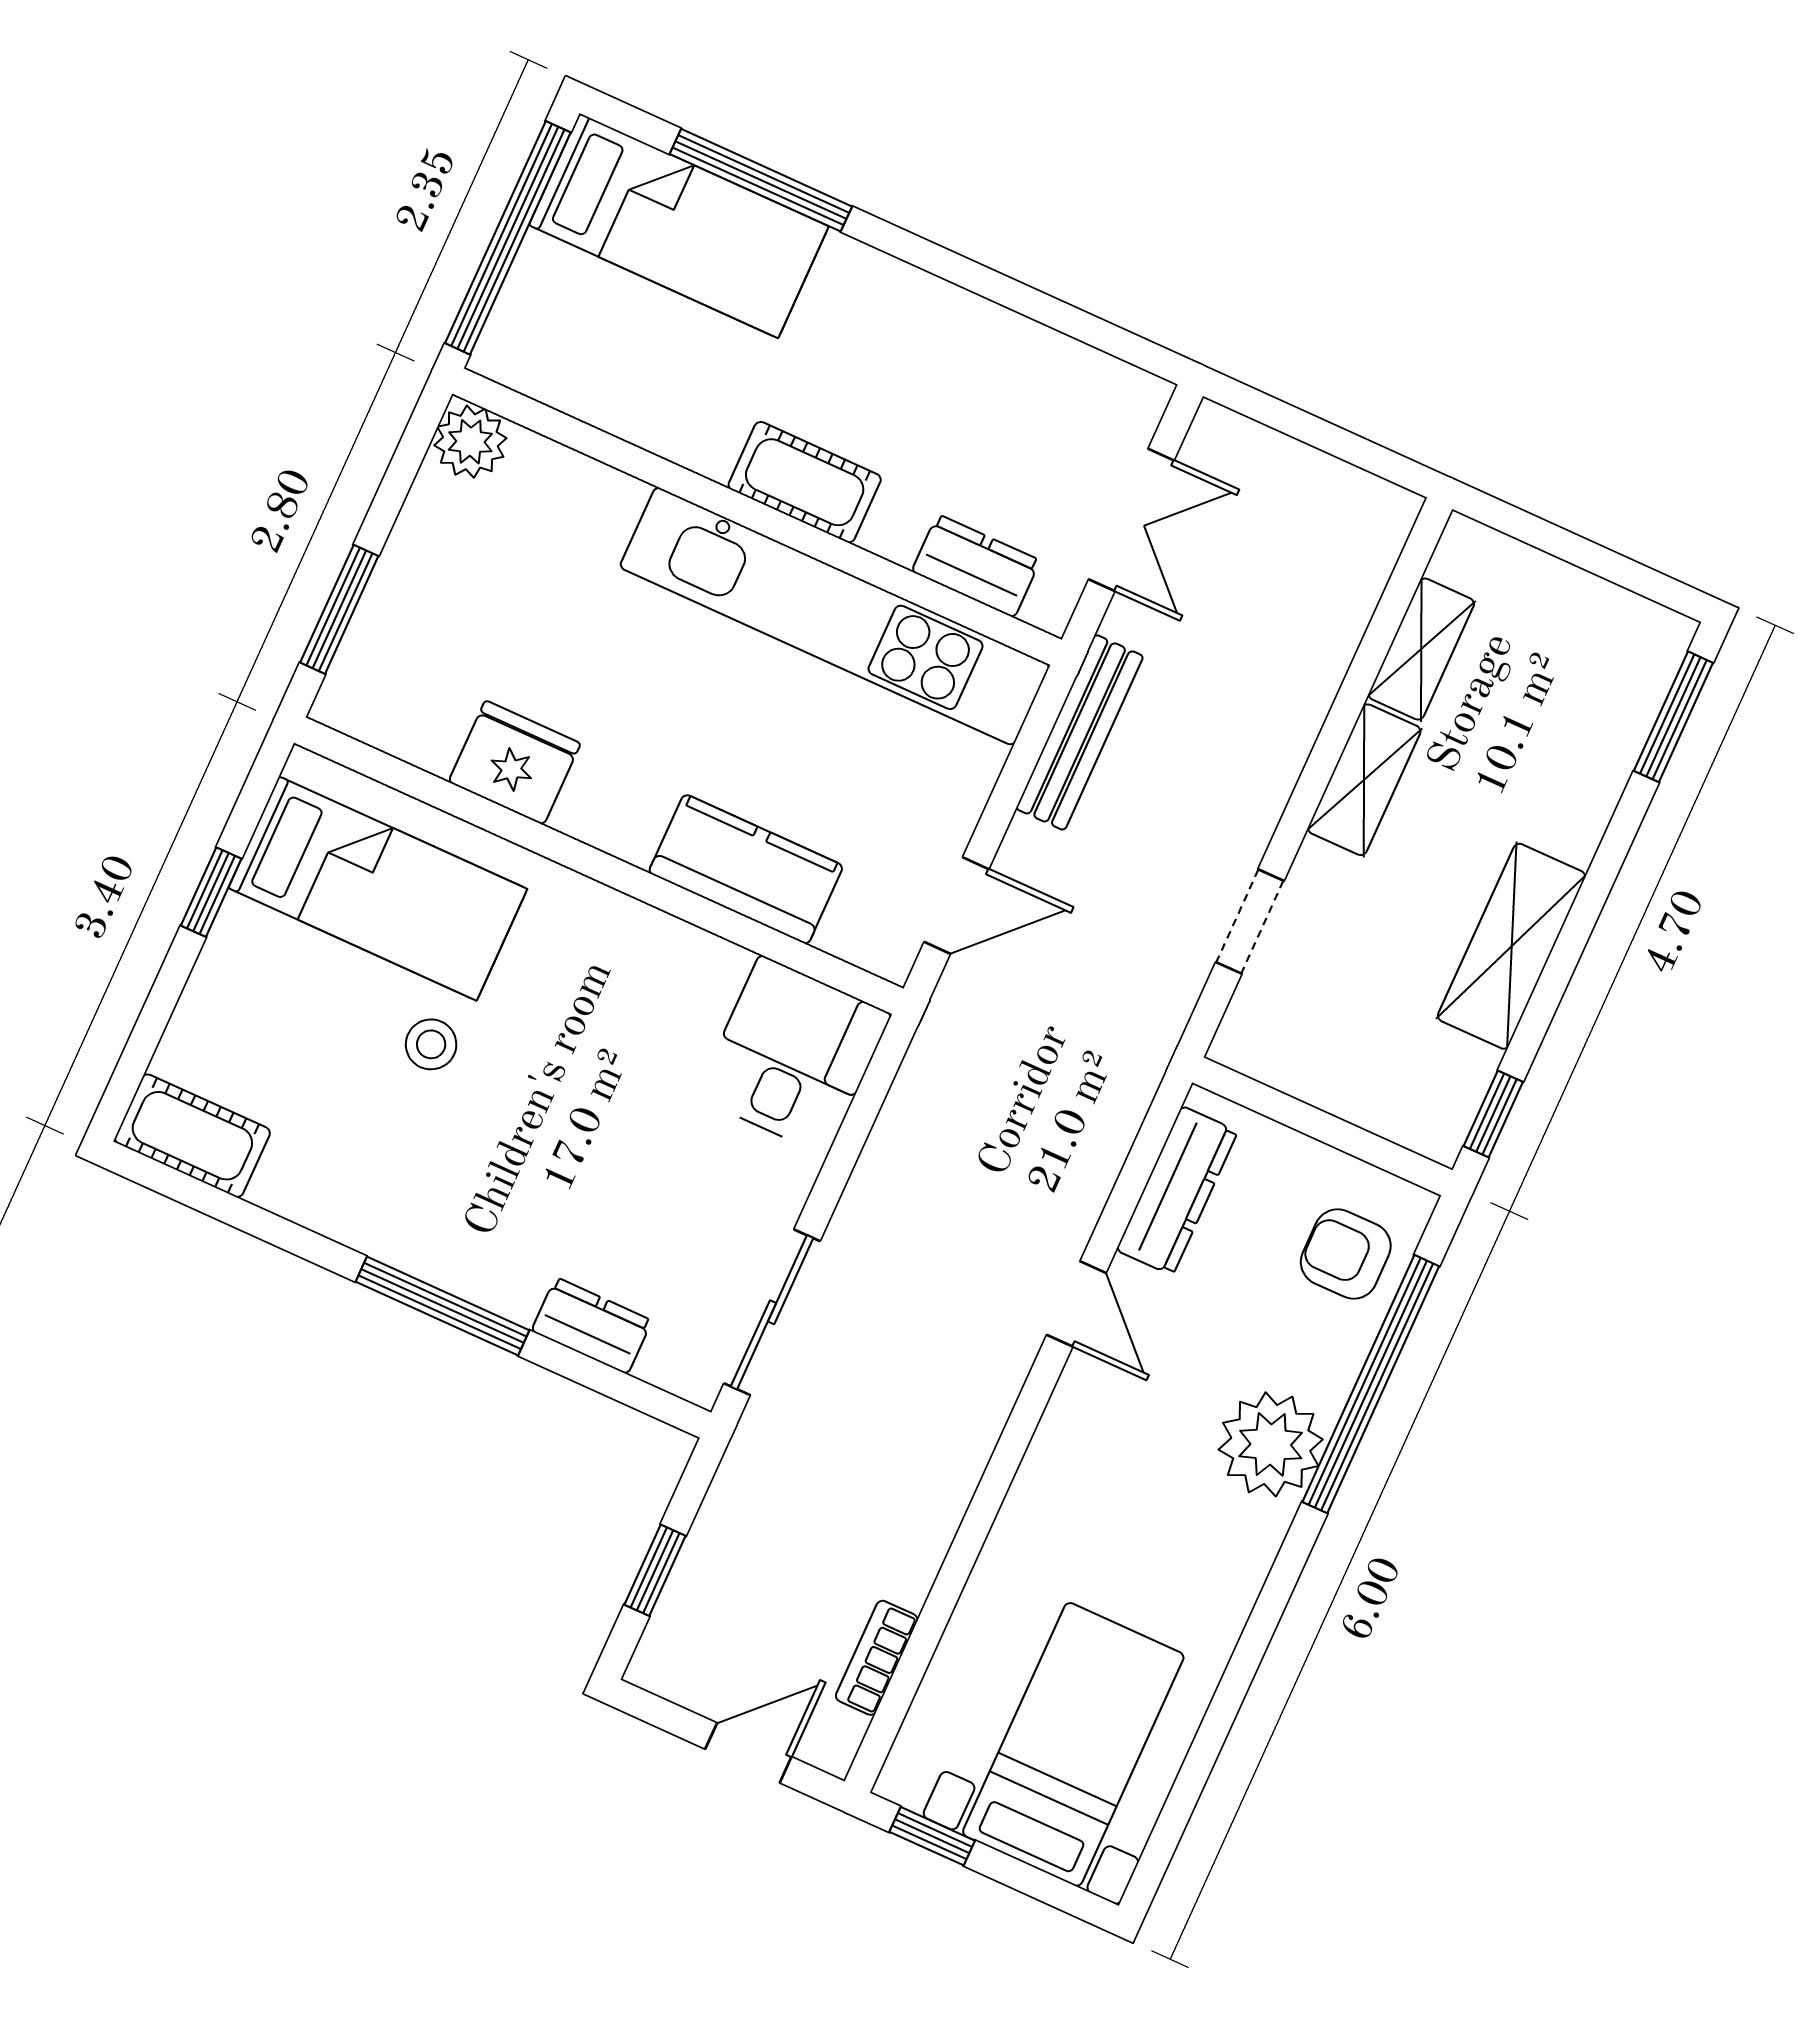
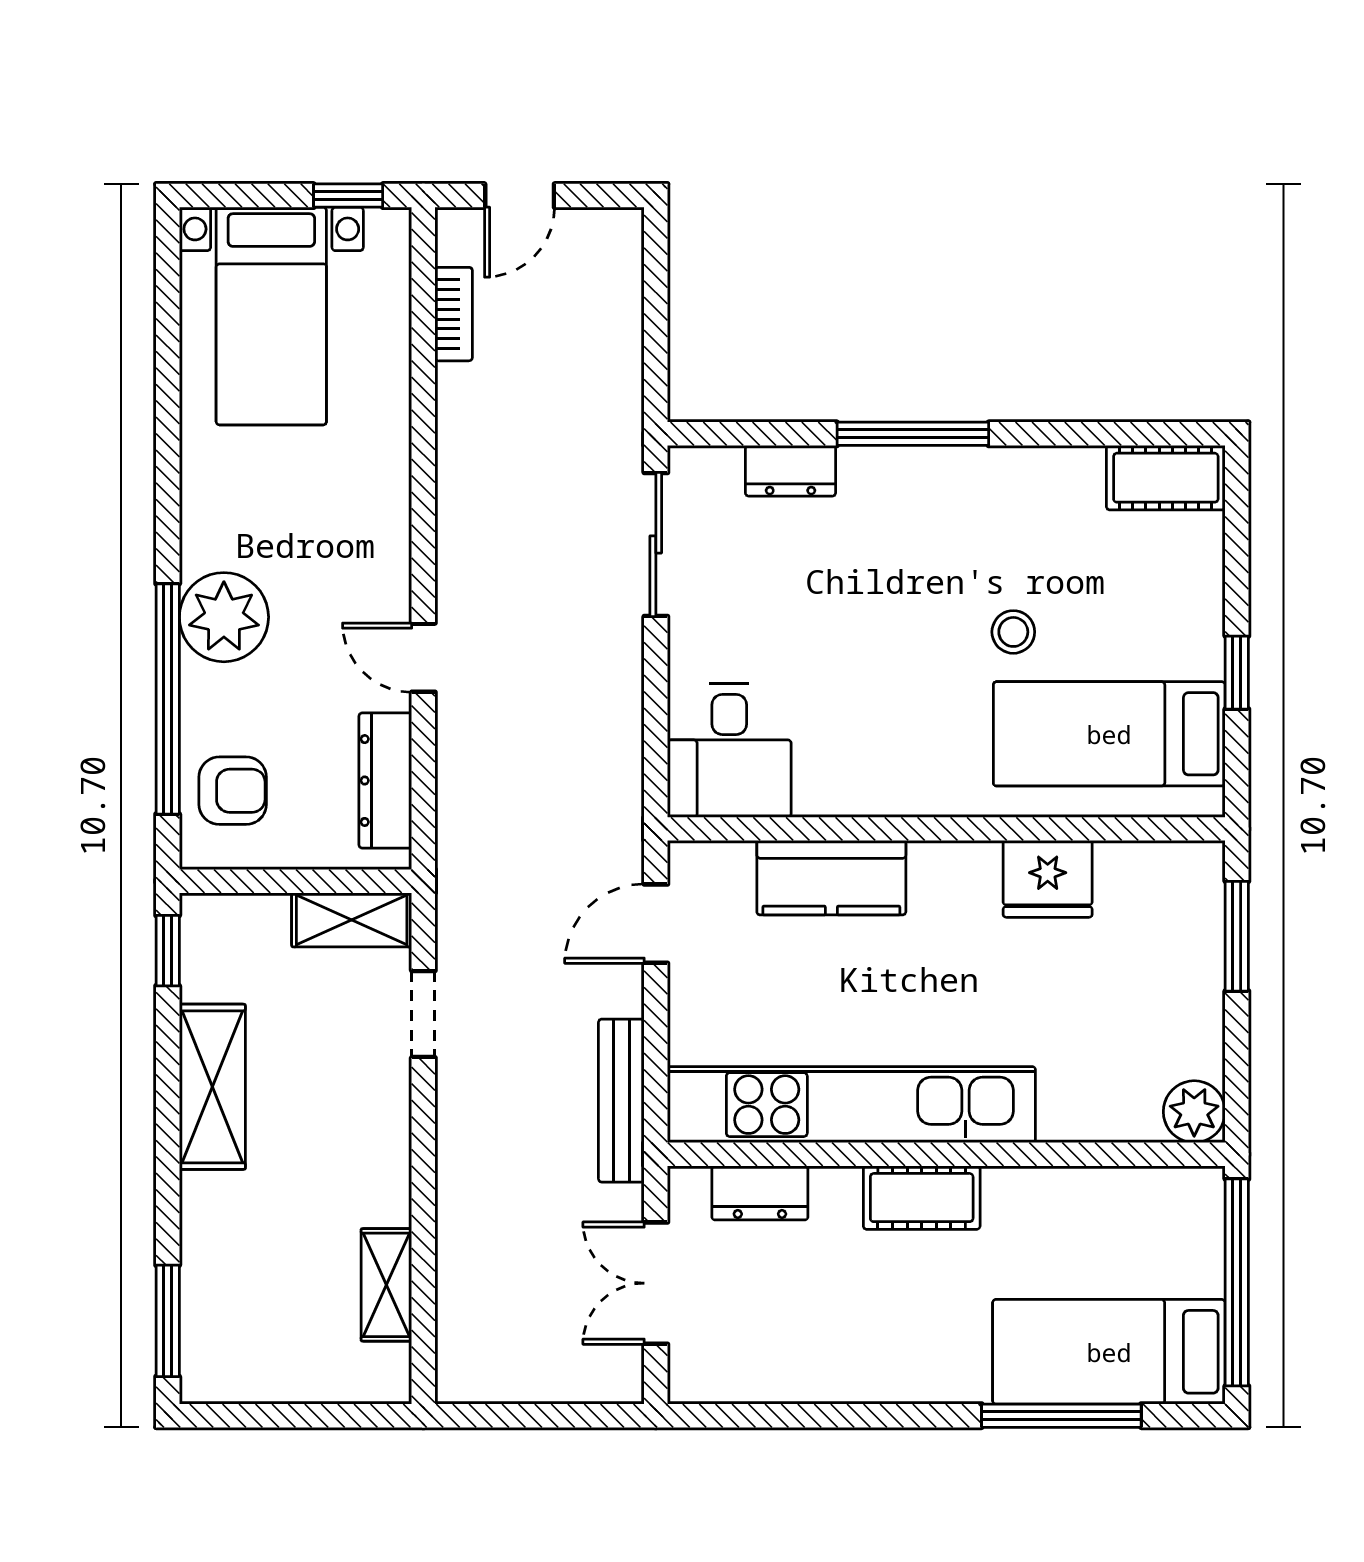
shelving: (1364, 780) -> (352, 920), moved, turned 90
window: (655, 1570) -> (656, 304), removed

